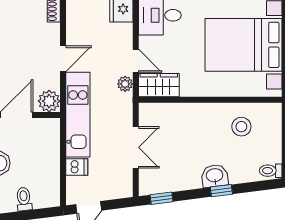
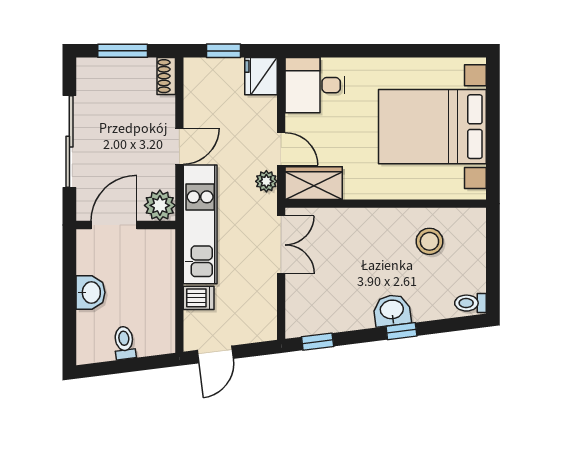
double door: (136, 147) -> (281, 245), moved

